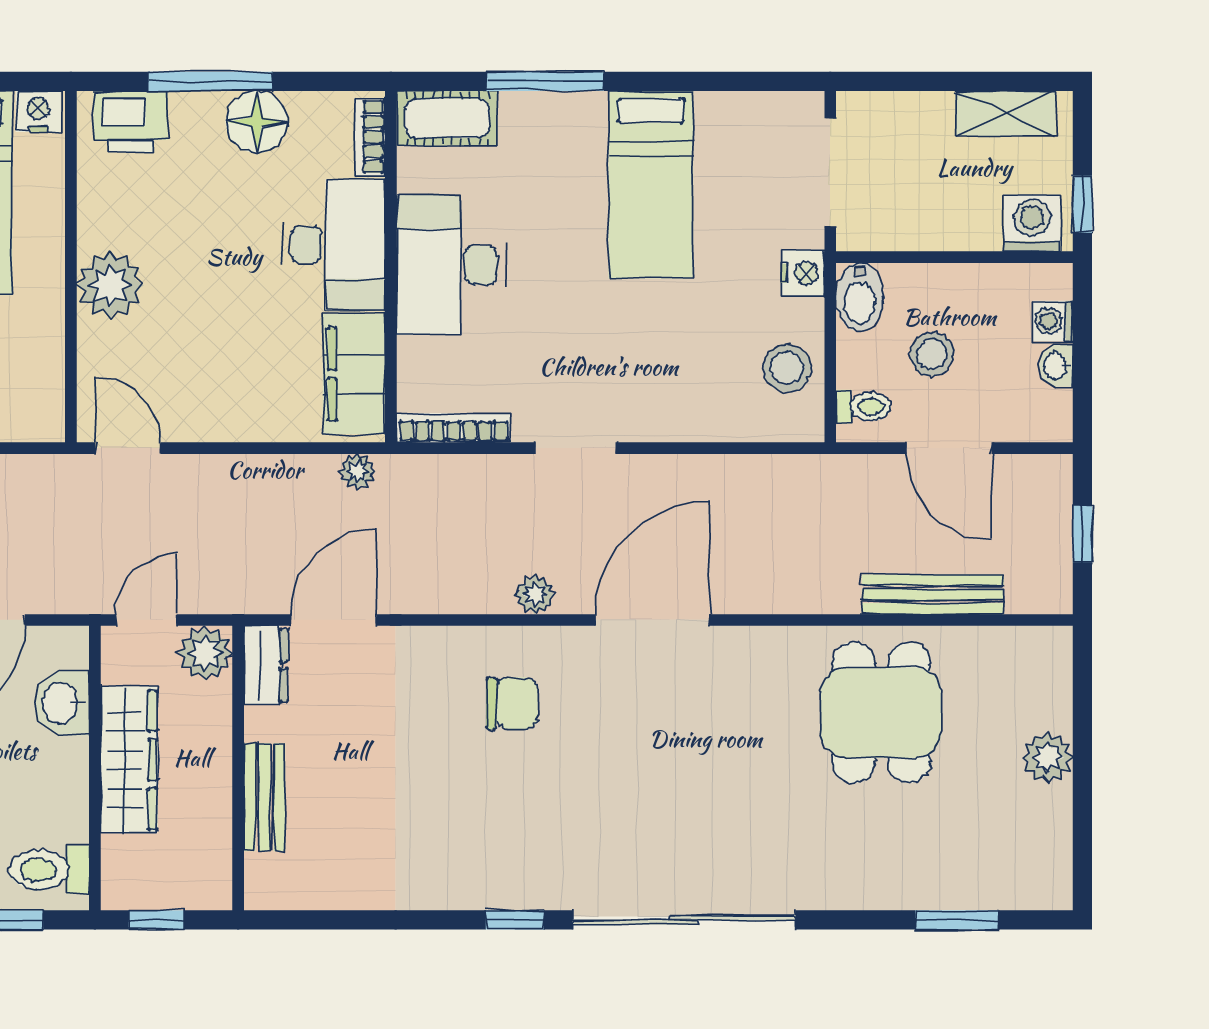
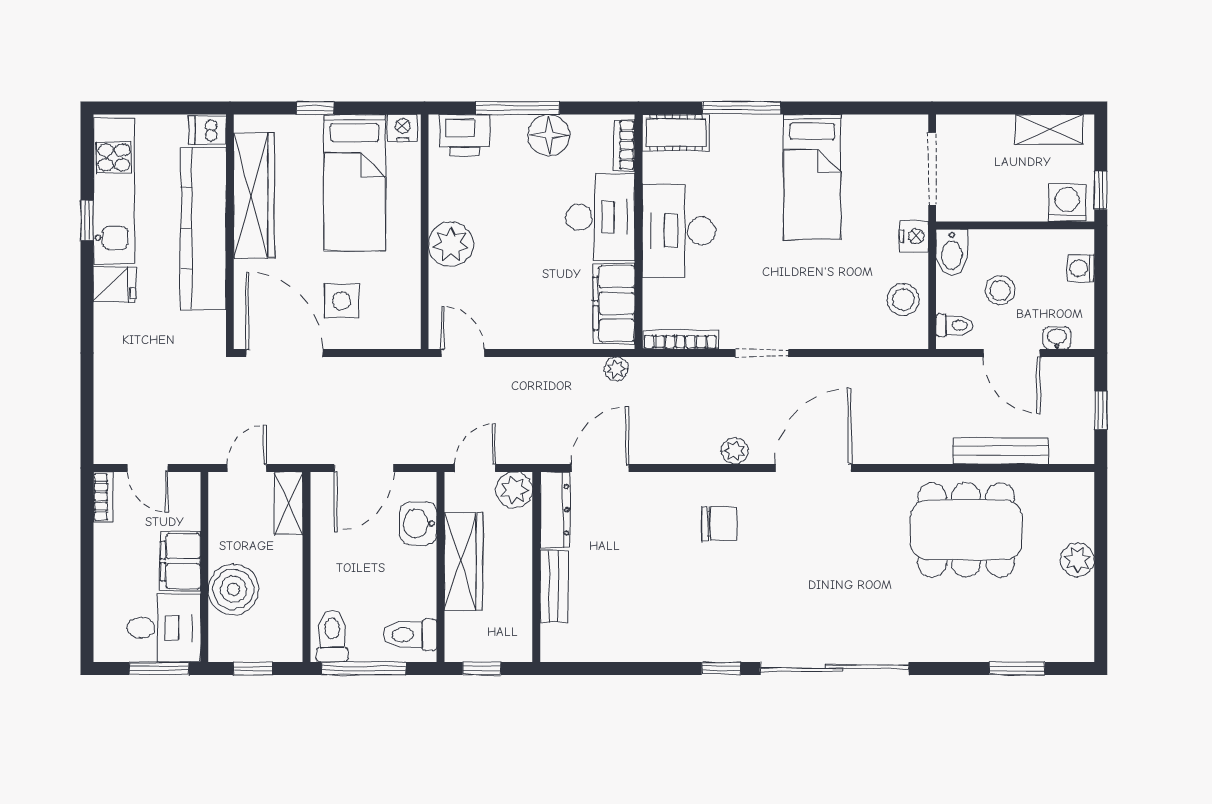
washbasin: (1056, 366) -> (1057, 338), moved, turned 90
dresser: (266, 665) -> (555, 510), width x1.44
dining table: (881, 713) -> (966, 530), width x1.38

